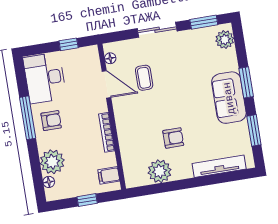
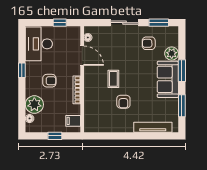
plant: (225, 40) -> (172, 54), moved
armchair: (195, 52) -> (149, 43), added
coffee table: (144, 78) -> (113, 79), moved
window: (28, 118) -> (22, 70), width x0.46
armchair: (51, 121) -> (49, 81), moved
armchair: (173, 138) -> (123, 102), turned 90
plant: (160, 171) -> (110, 124), removed

